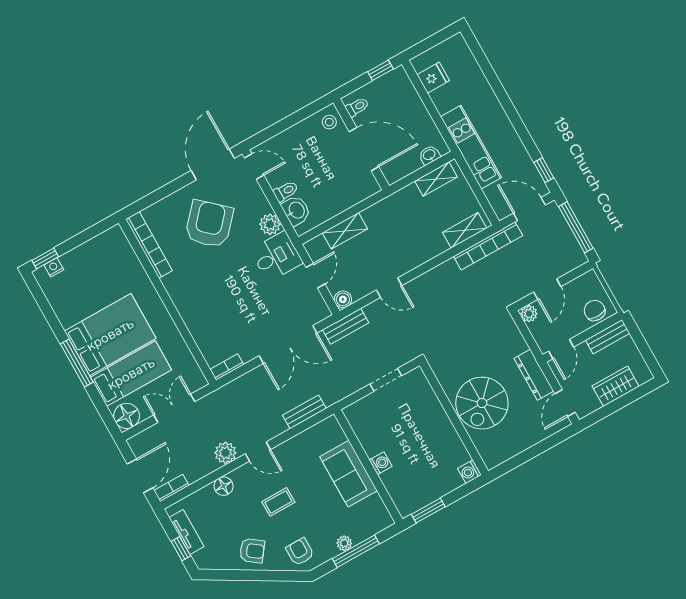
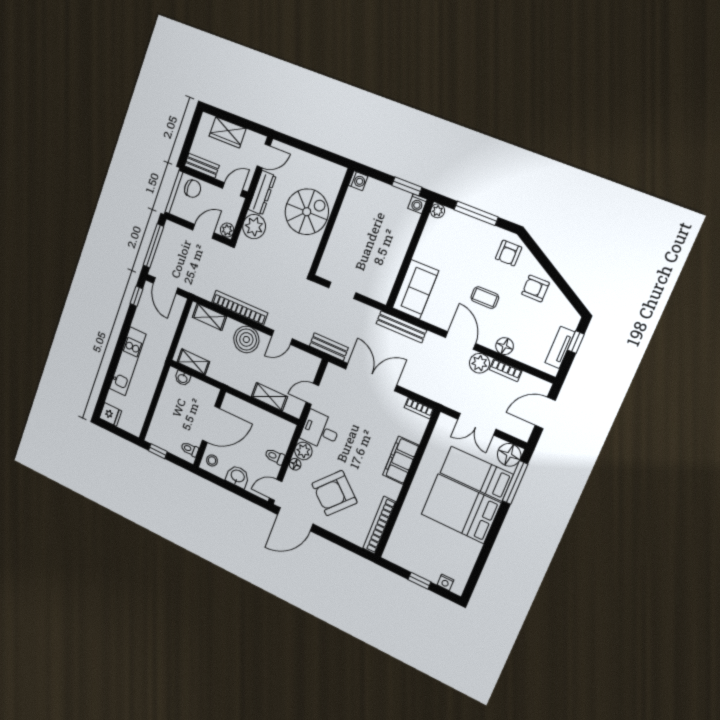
fridge: (433, 78) -> (110, 414), moved, turned 180
kitchen unit: (471, 147) -> (128, 361), moved, turned 180
door: (364, 149) -> (211, 424), swing flipped
door: (254, 166) -> (276, 490), hinge flipped
floor lamp: (264, 206) -> (295, 464), added
washbasin: (296, 210) -> (238, 476), moved, turned 90
bookcase: (488, 246) -> (240, 308), moved
window: (45, 259) -> (419, 581), moved
door: (389, 288) -> (282, 337), swing flipped
boiler: (343, 299) -> (246, 339), moved, width x1.86, depth x1.86
chair: (595, 310) -> (193, 189), turned -90
filing cabinet: (193, 313) -> (401, 460), added
plant: (510, 342) -> (254, 227), added
window: (77, 363) -> (515, 483), moved
bench: (304, 412) -> (401, 327), width x1.36
door: (258, 452) -> (460, 341), width x1.38
washing machine: (381, 463) -> (417, 204), moved, turned -90
sofa: (348, 474) -> (415, 289), moved
bookcase: (171, 488) -> (506, 370), moved
plant: (344, 543) -> (438, 211), moved
armchair: (252, 551) -> (535, 288), turned -37

